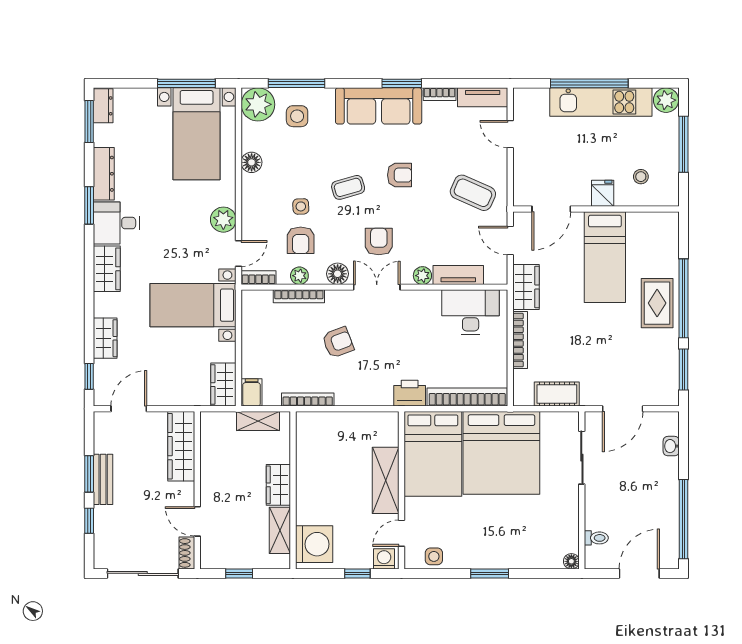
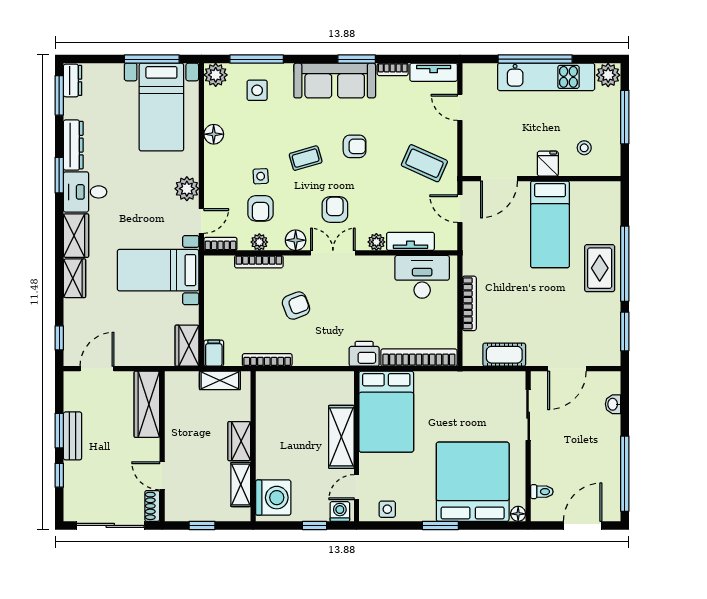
plant: (258, 104) -> (216, 75), width x0.73, depth x0.73
wardrobe: (526, 287) -> (475, 253), removed
wardrobe: (105, 338) -> (75, 278), moved
bed: (501, 453) -> (473, 482), moved, turned 180

